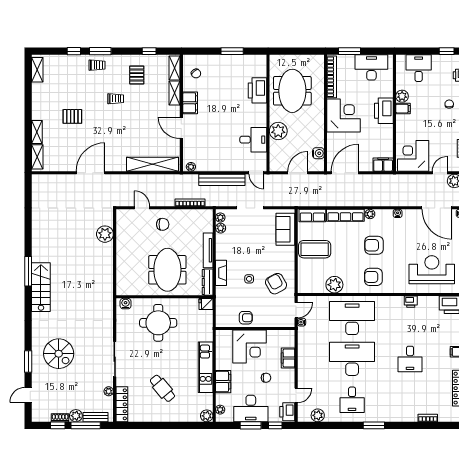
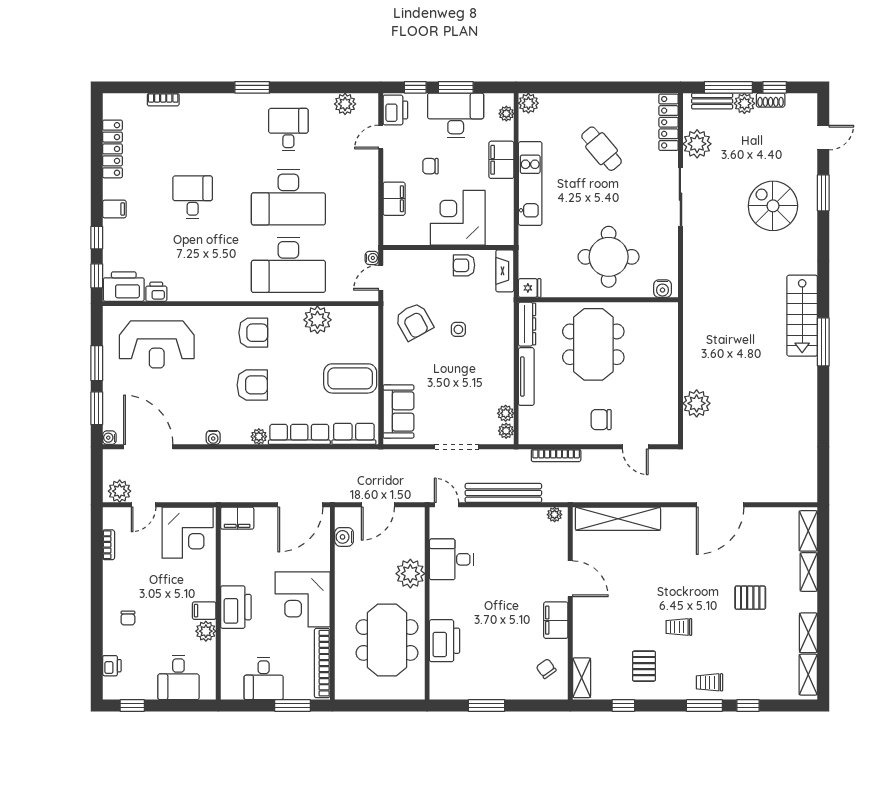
desk: (371, 67) -> (264, 679), width x0.73
shelving: (175, 93) -> (808, 633), moved
fireplace: (221, 273) -> (505, 271), moved
printer: (411, 302) -> (156, 292), moved
plant: (109, 391) -> (697, 144), width x1.87, depth x1.87

